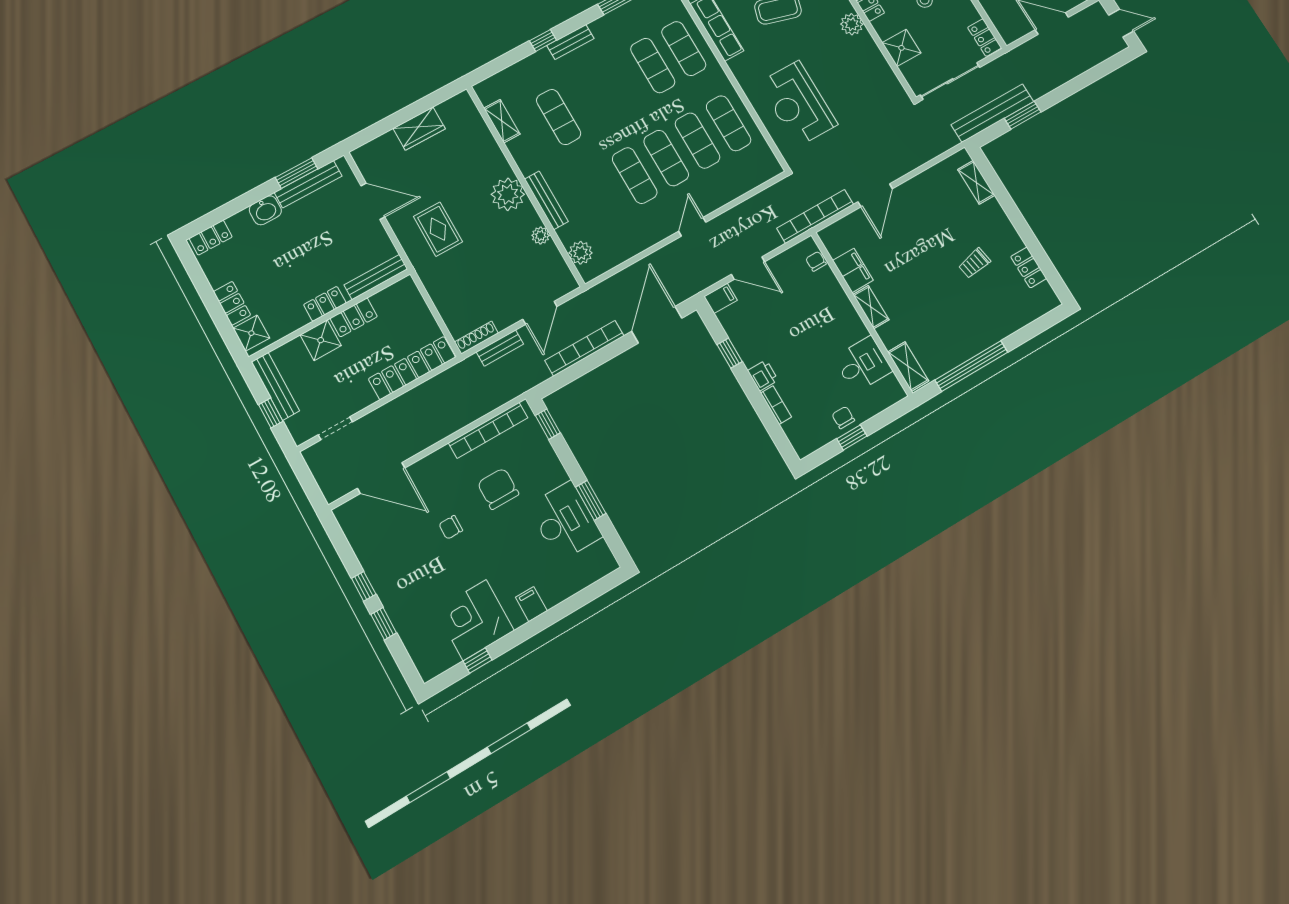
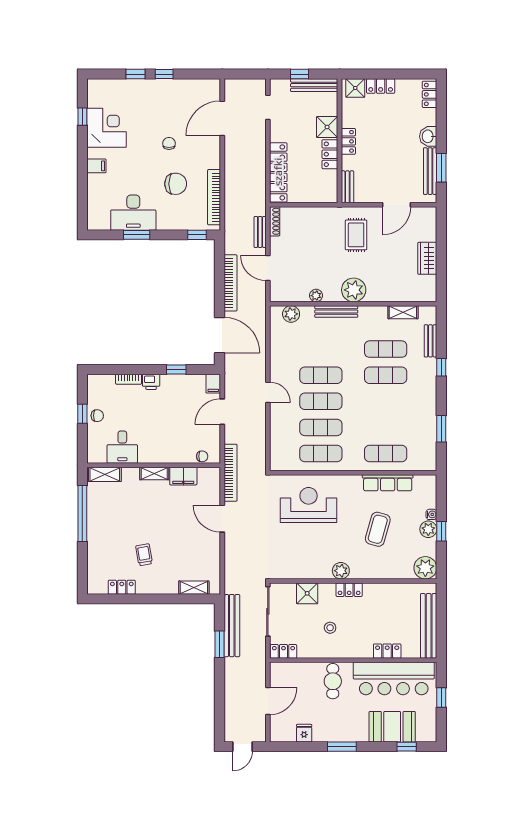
bench: (570, 42) -> (430, 341), moved
exercise mat: (653, 65) -> (386, 375), moved
rug: (438, 229) -> (356, 235), turned 90
bench: (376, 277) -> (347, 187), width x0.73

